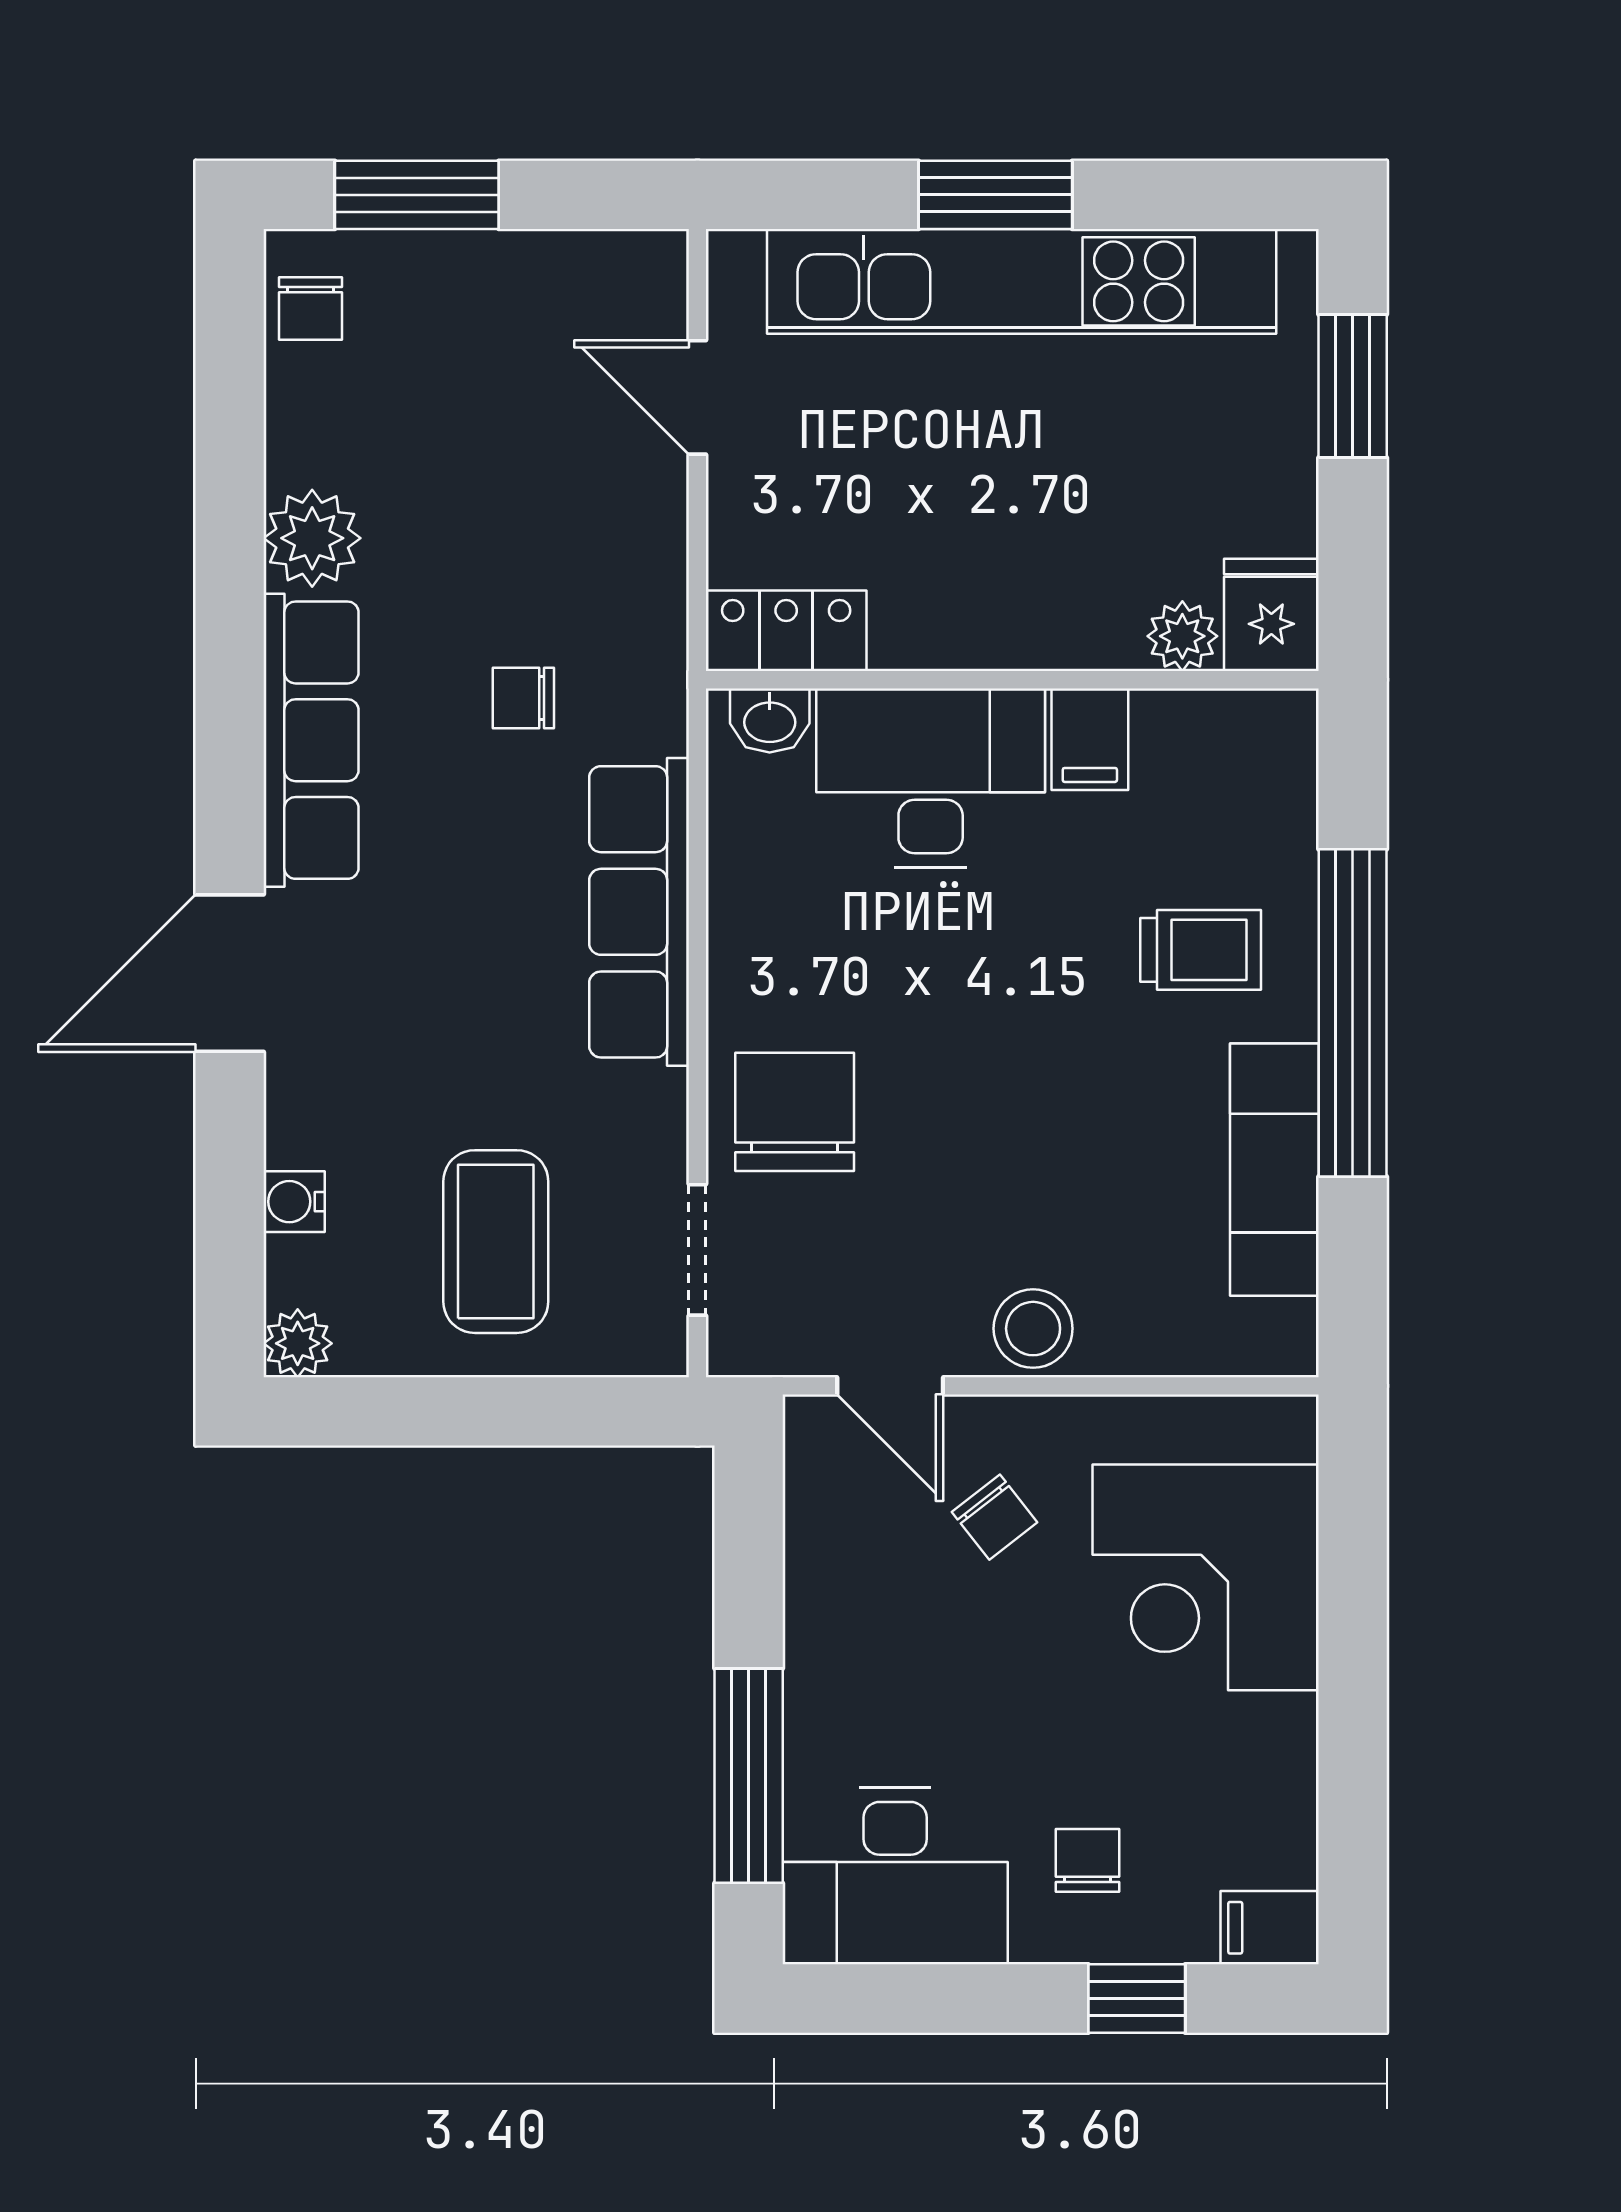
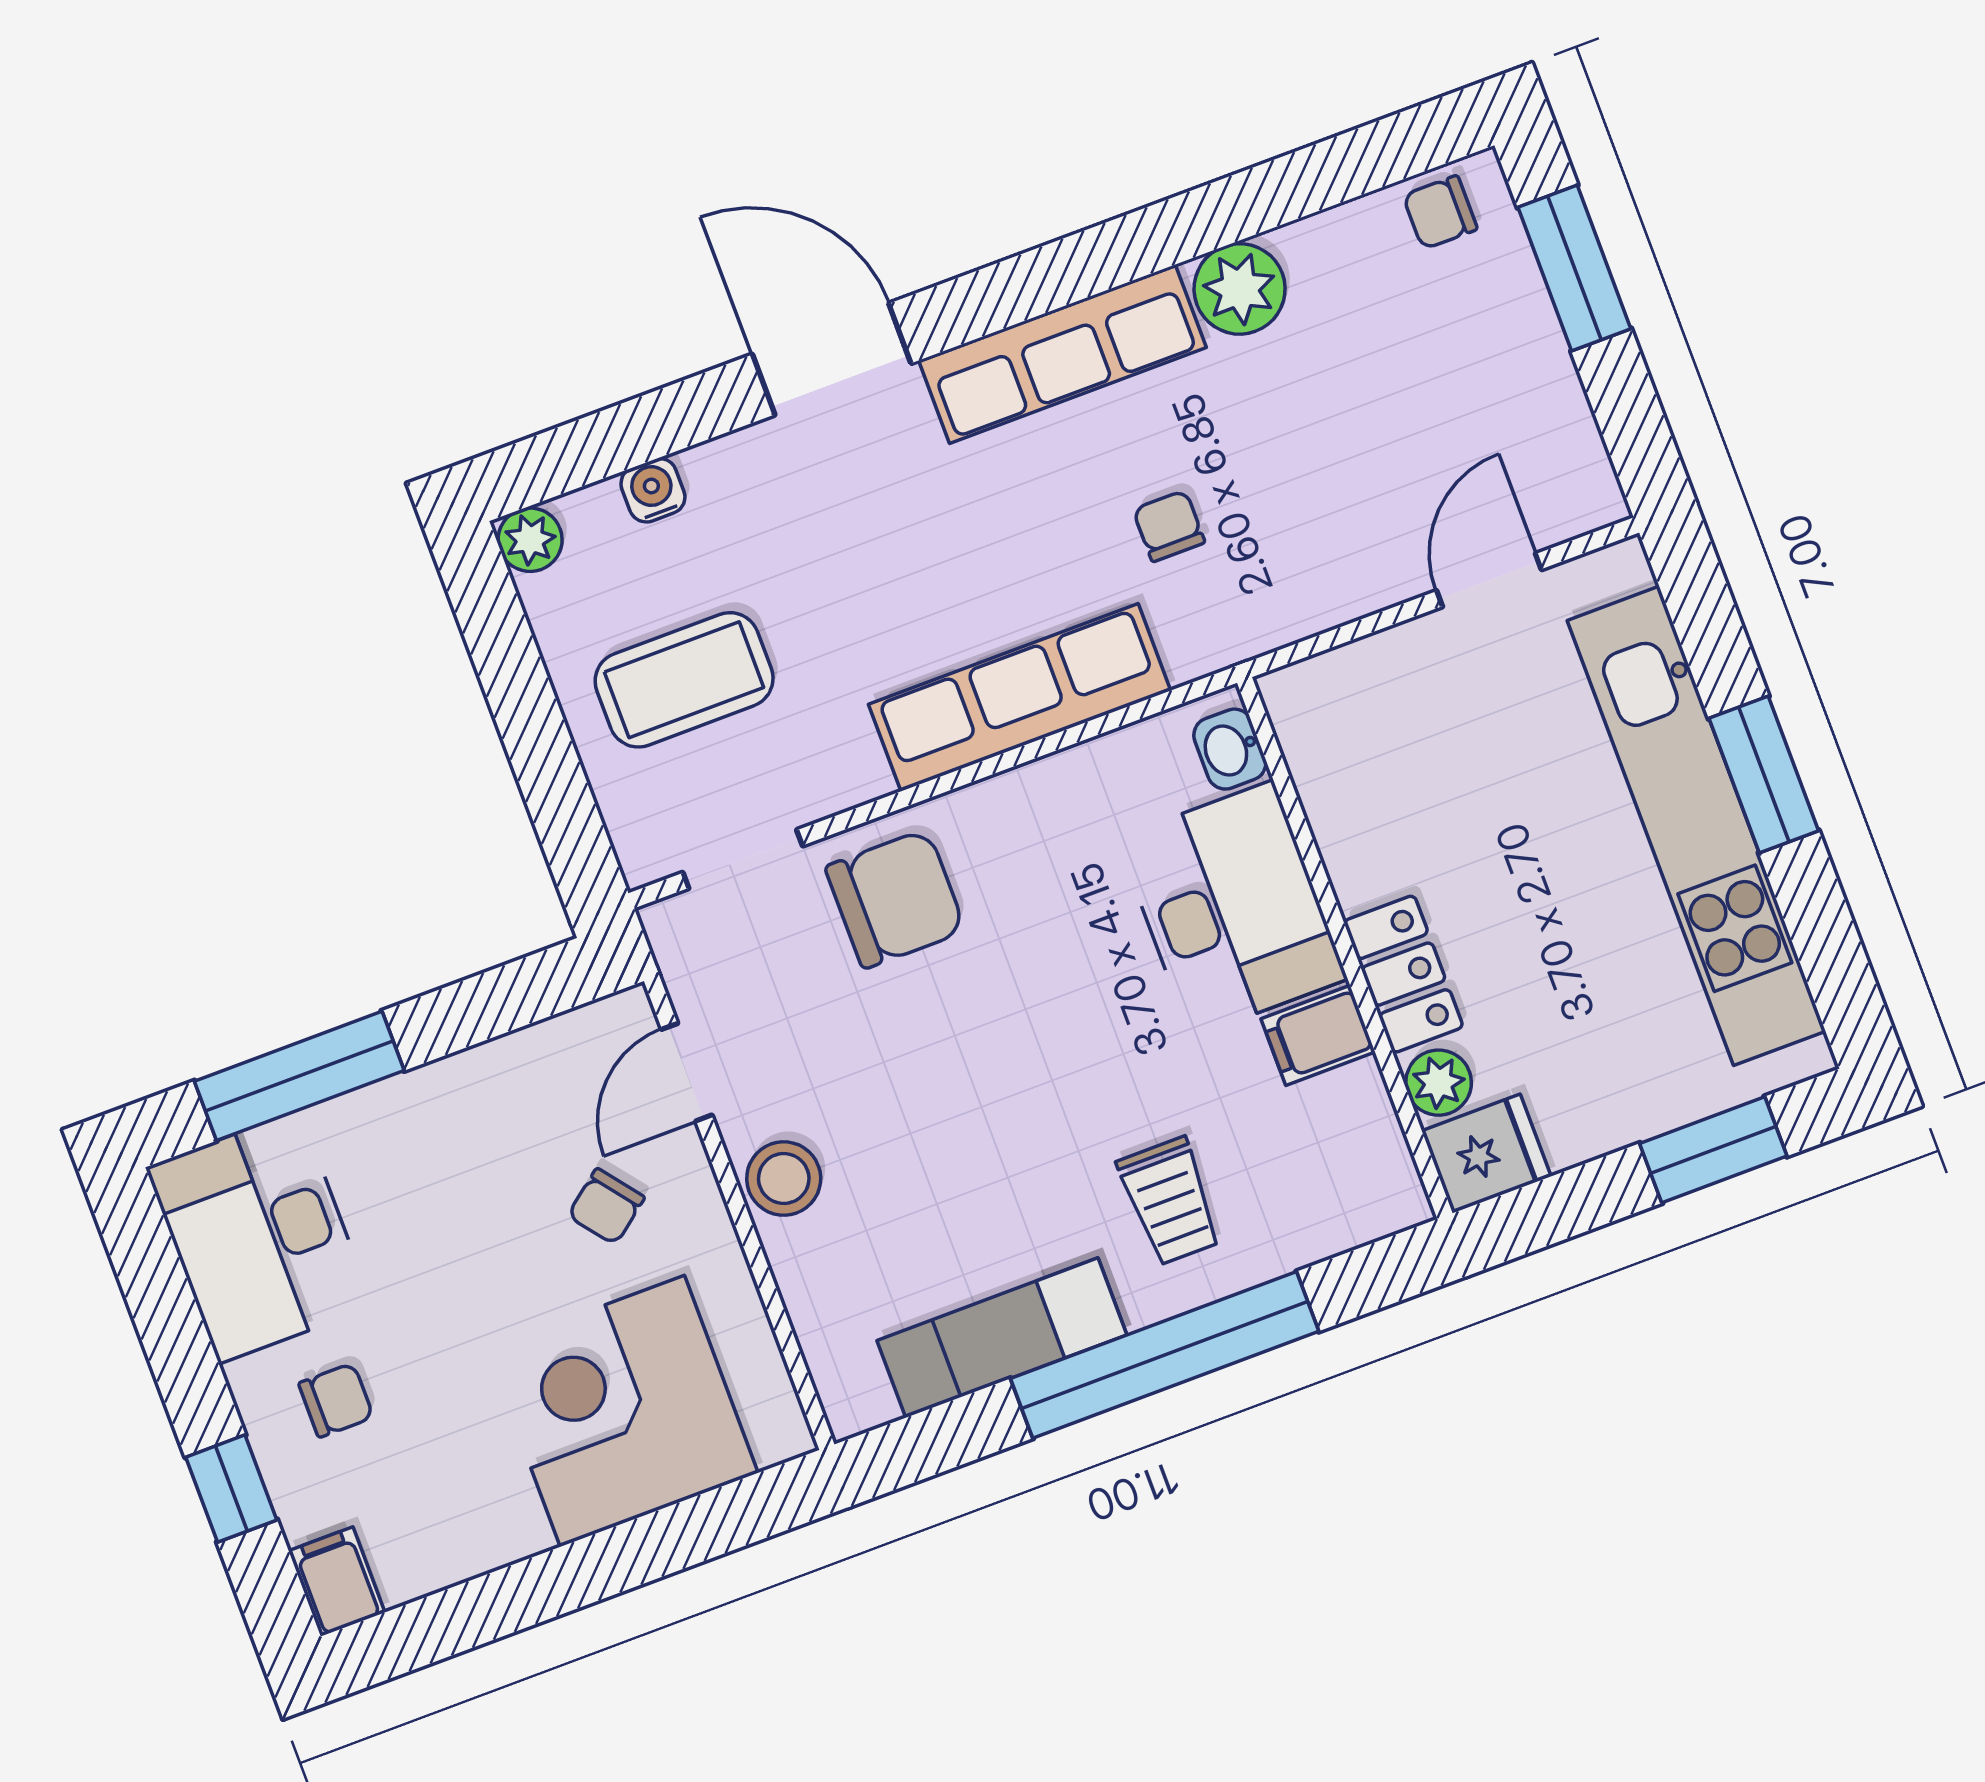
locker: (786, 631) -> (1403, 974), moved

